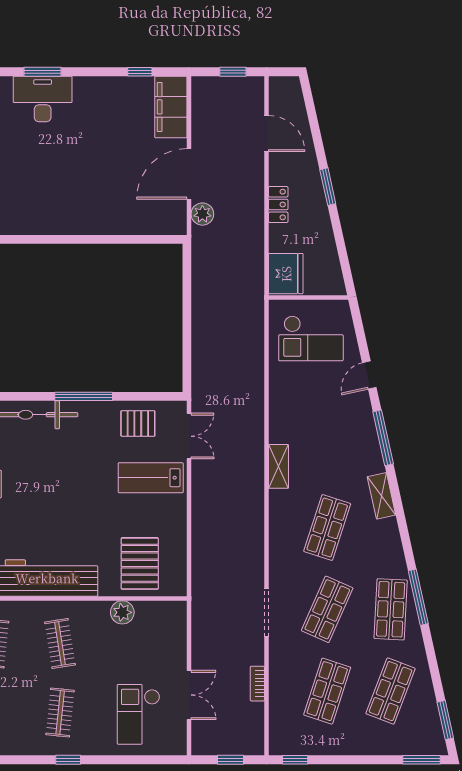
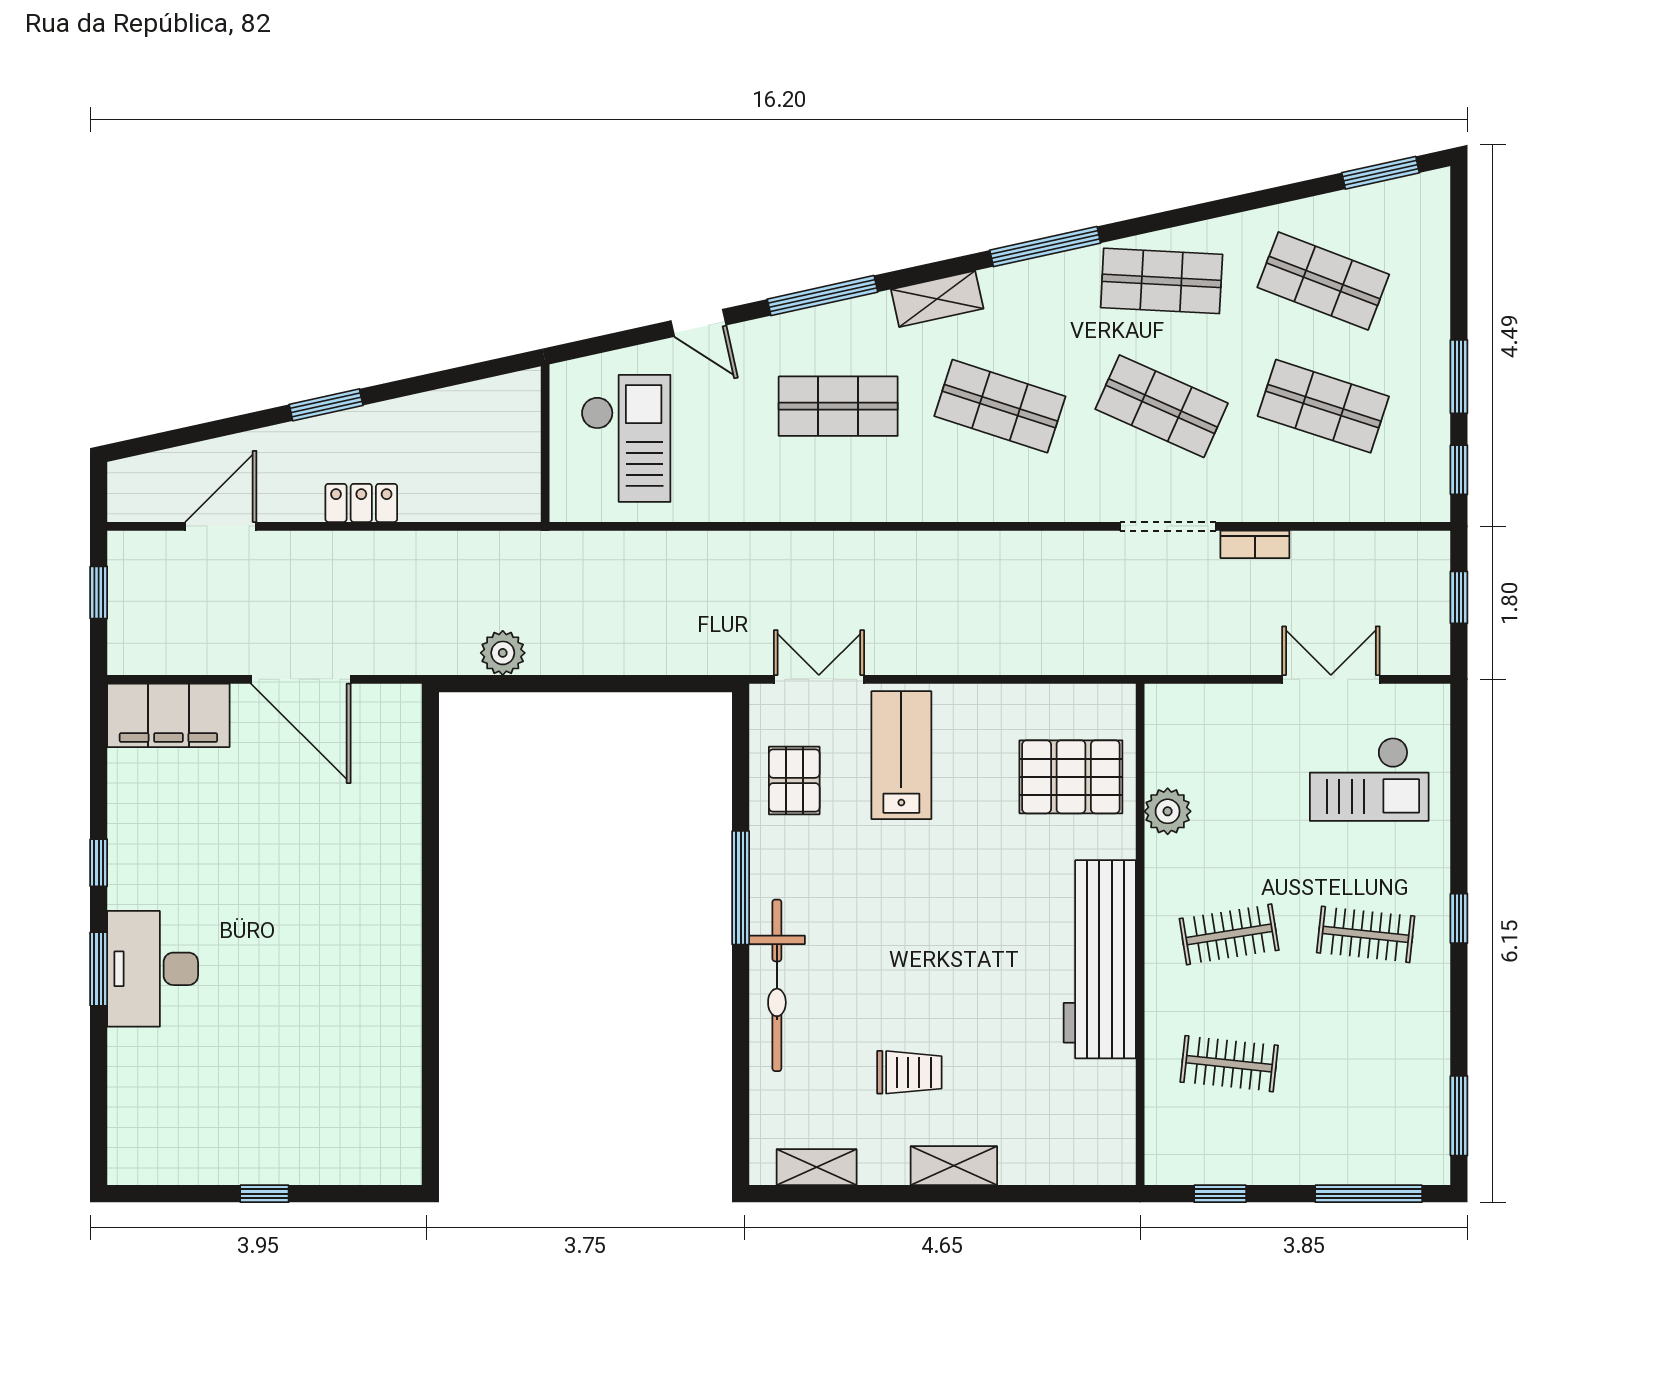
window: (140, 72) -> (99, 863), moved
plant: (202, 214) -> (503, 653), moved
fridge: (286, 274) -> (498, 488), removed
shop shelf: (327, 446) -> (838, 406), added
shelving: (278, 466) -> (879, 503), removed
lab bench: (151, 478) -> (901, 755), turned 180
window: (418, 597) -> (1045, 247), moved
bookcase: (257, 684) -> (1255, 544), moved
window: (421, 760) -> (1459, 377), moved

